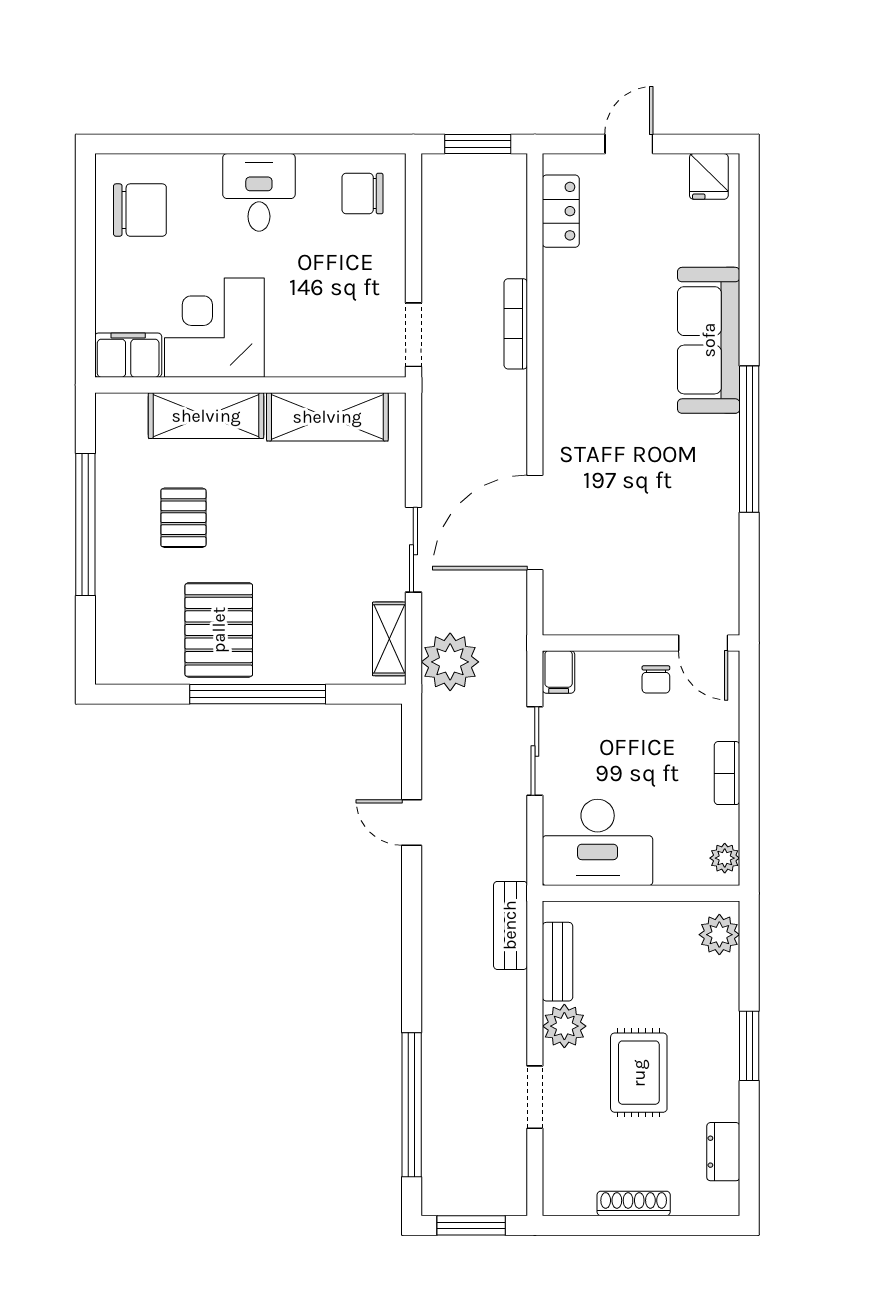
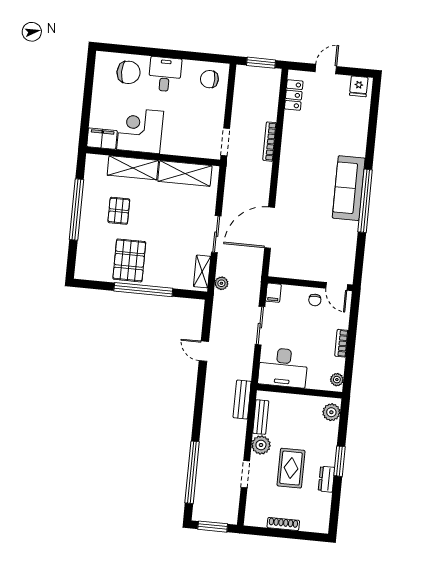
chair: (140, 210) -> (129, 72), moved
sofa: (709, 340) -> (349, 188), moved
plant: (450, 662) -> (221, 283), width x0.53, depth x0.53
dresser: (723, 1152) -> (326, 479), moved

